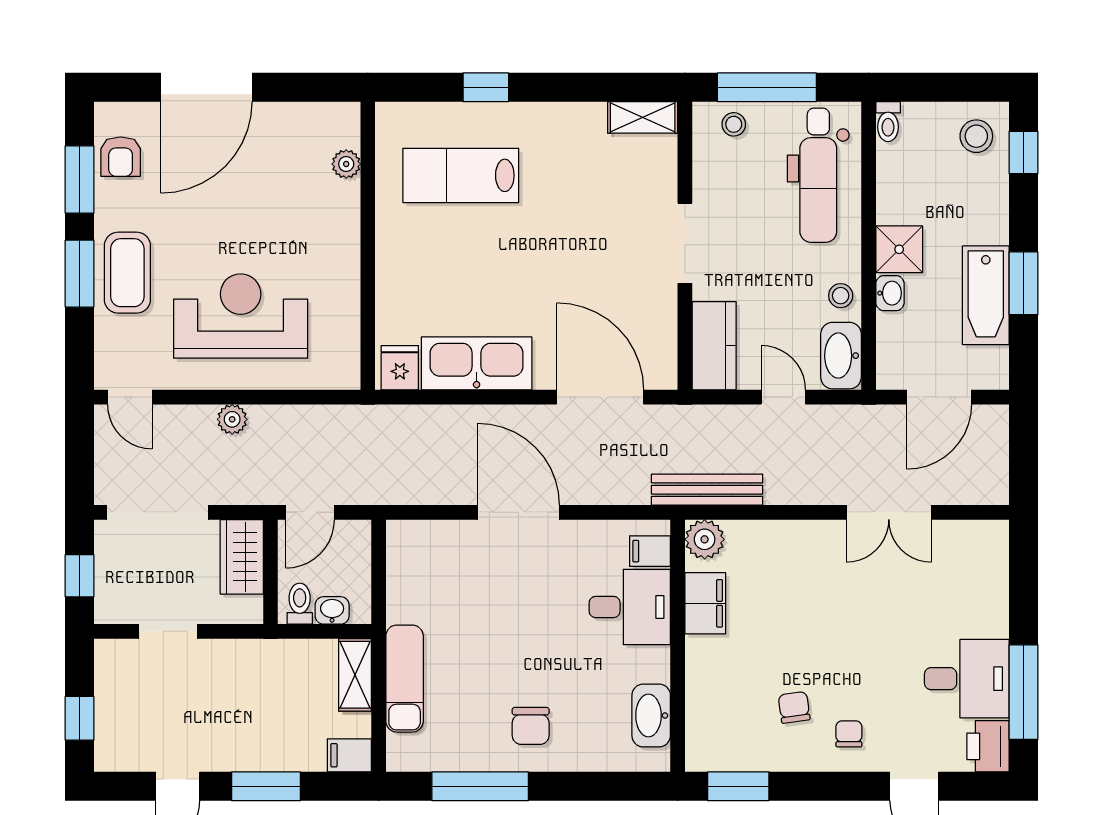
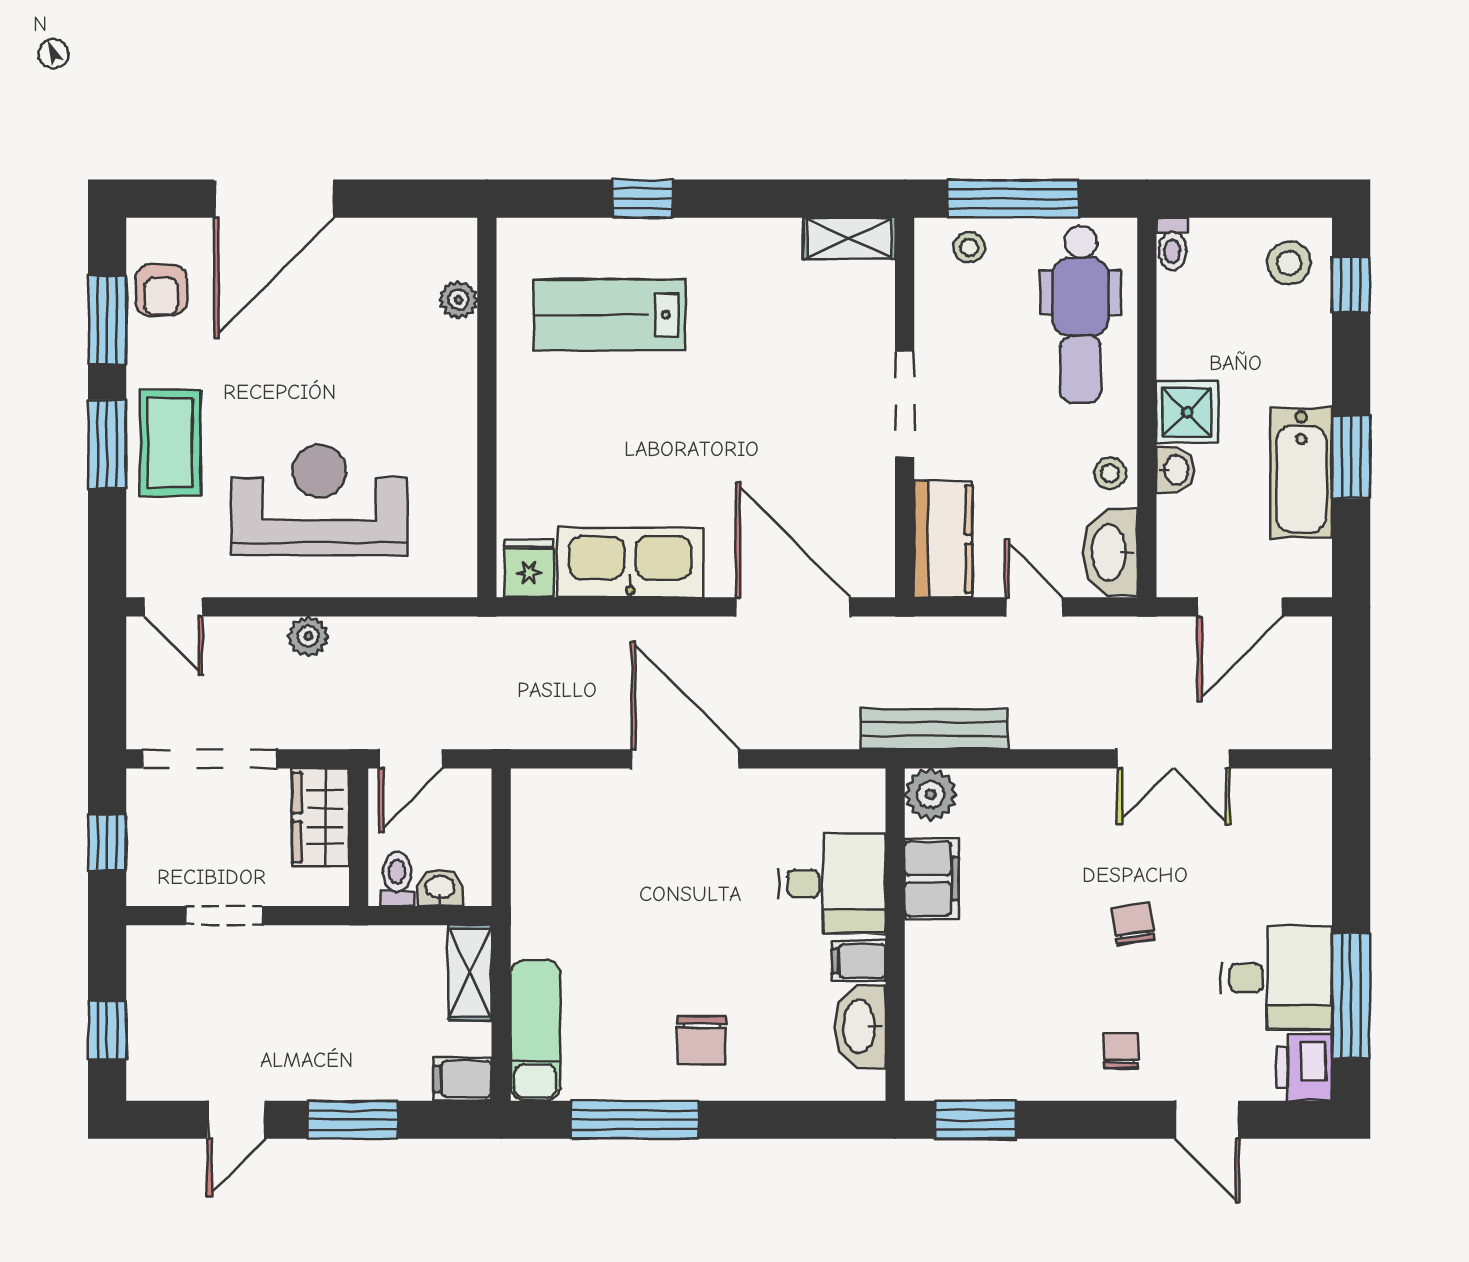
filing cabinet: (650, 551) -> (859, 961), moved
exam couch: (405, 679) -> (535, 1030), moved
chair: (794, 707) -> (1133, 924), moved

